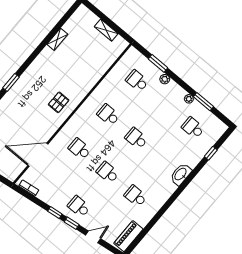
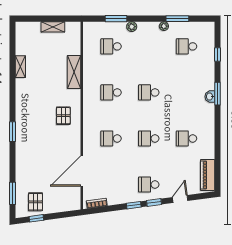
shelving: (94, 77) -> (74, 72), added
washbasin: (181, 174) -> (210, 97), width x0.52, depth x0.69
window: (186, 182) -> (217, 94), added

